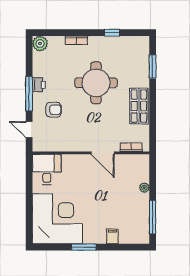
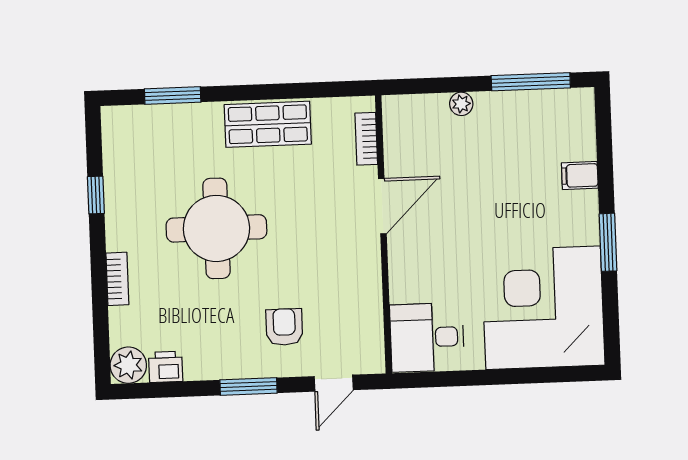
printer: (39, 85) -> (166, 367), moved
window: (29, 94) -> (249, 386), width x0.69

